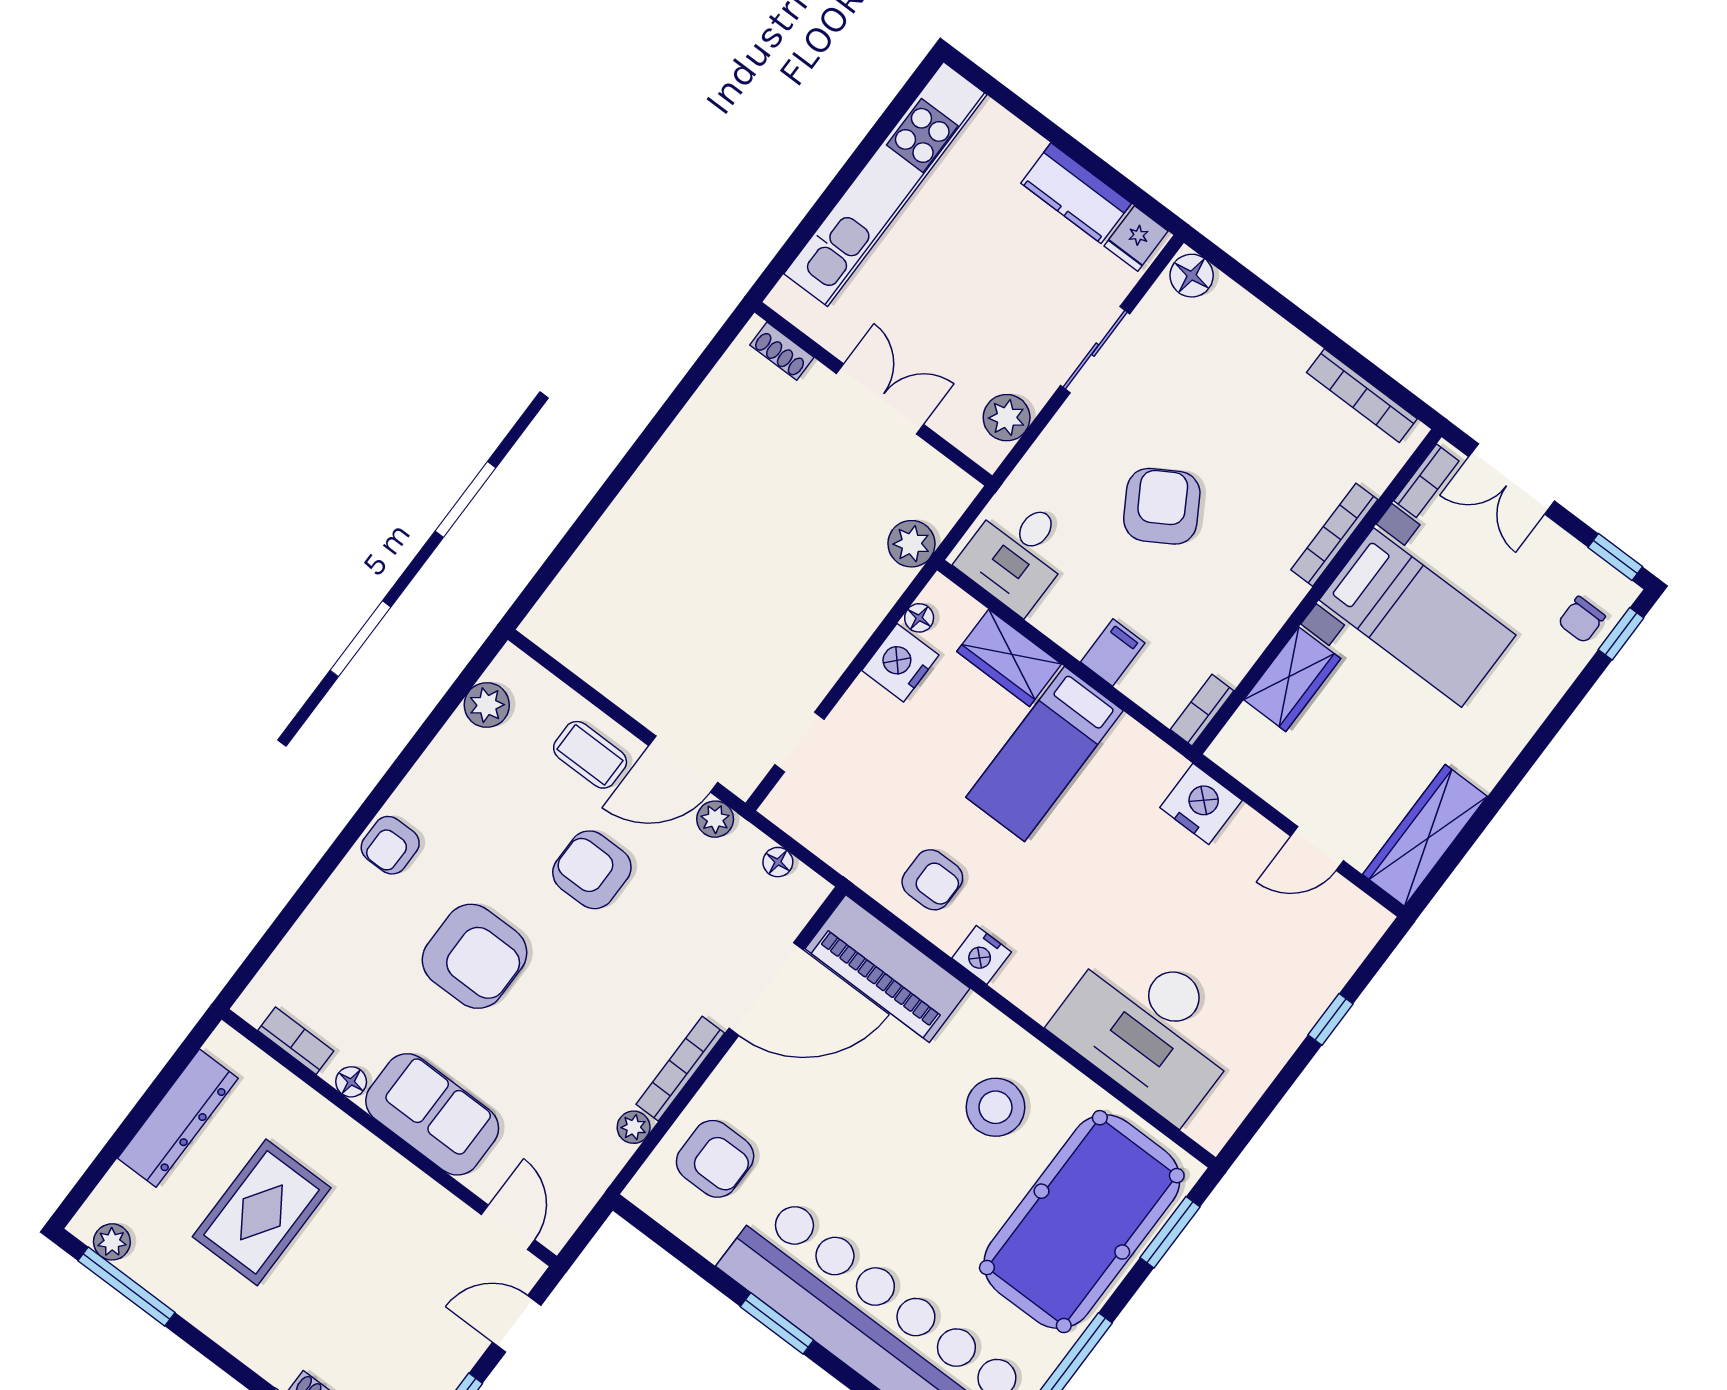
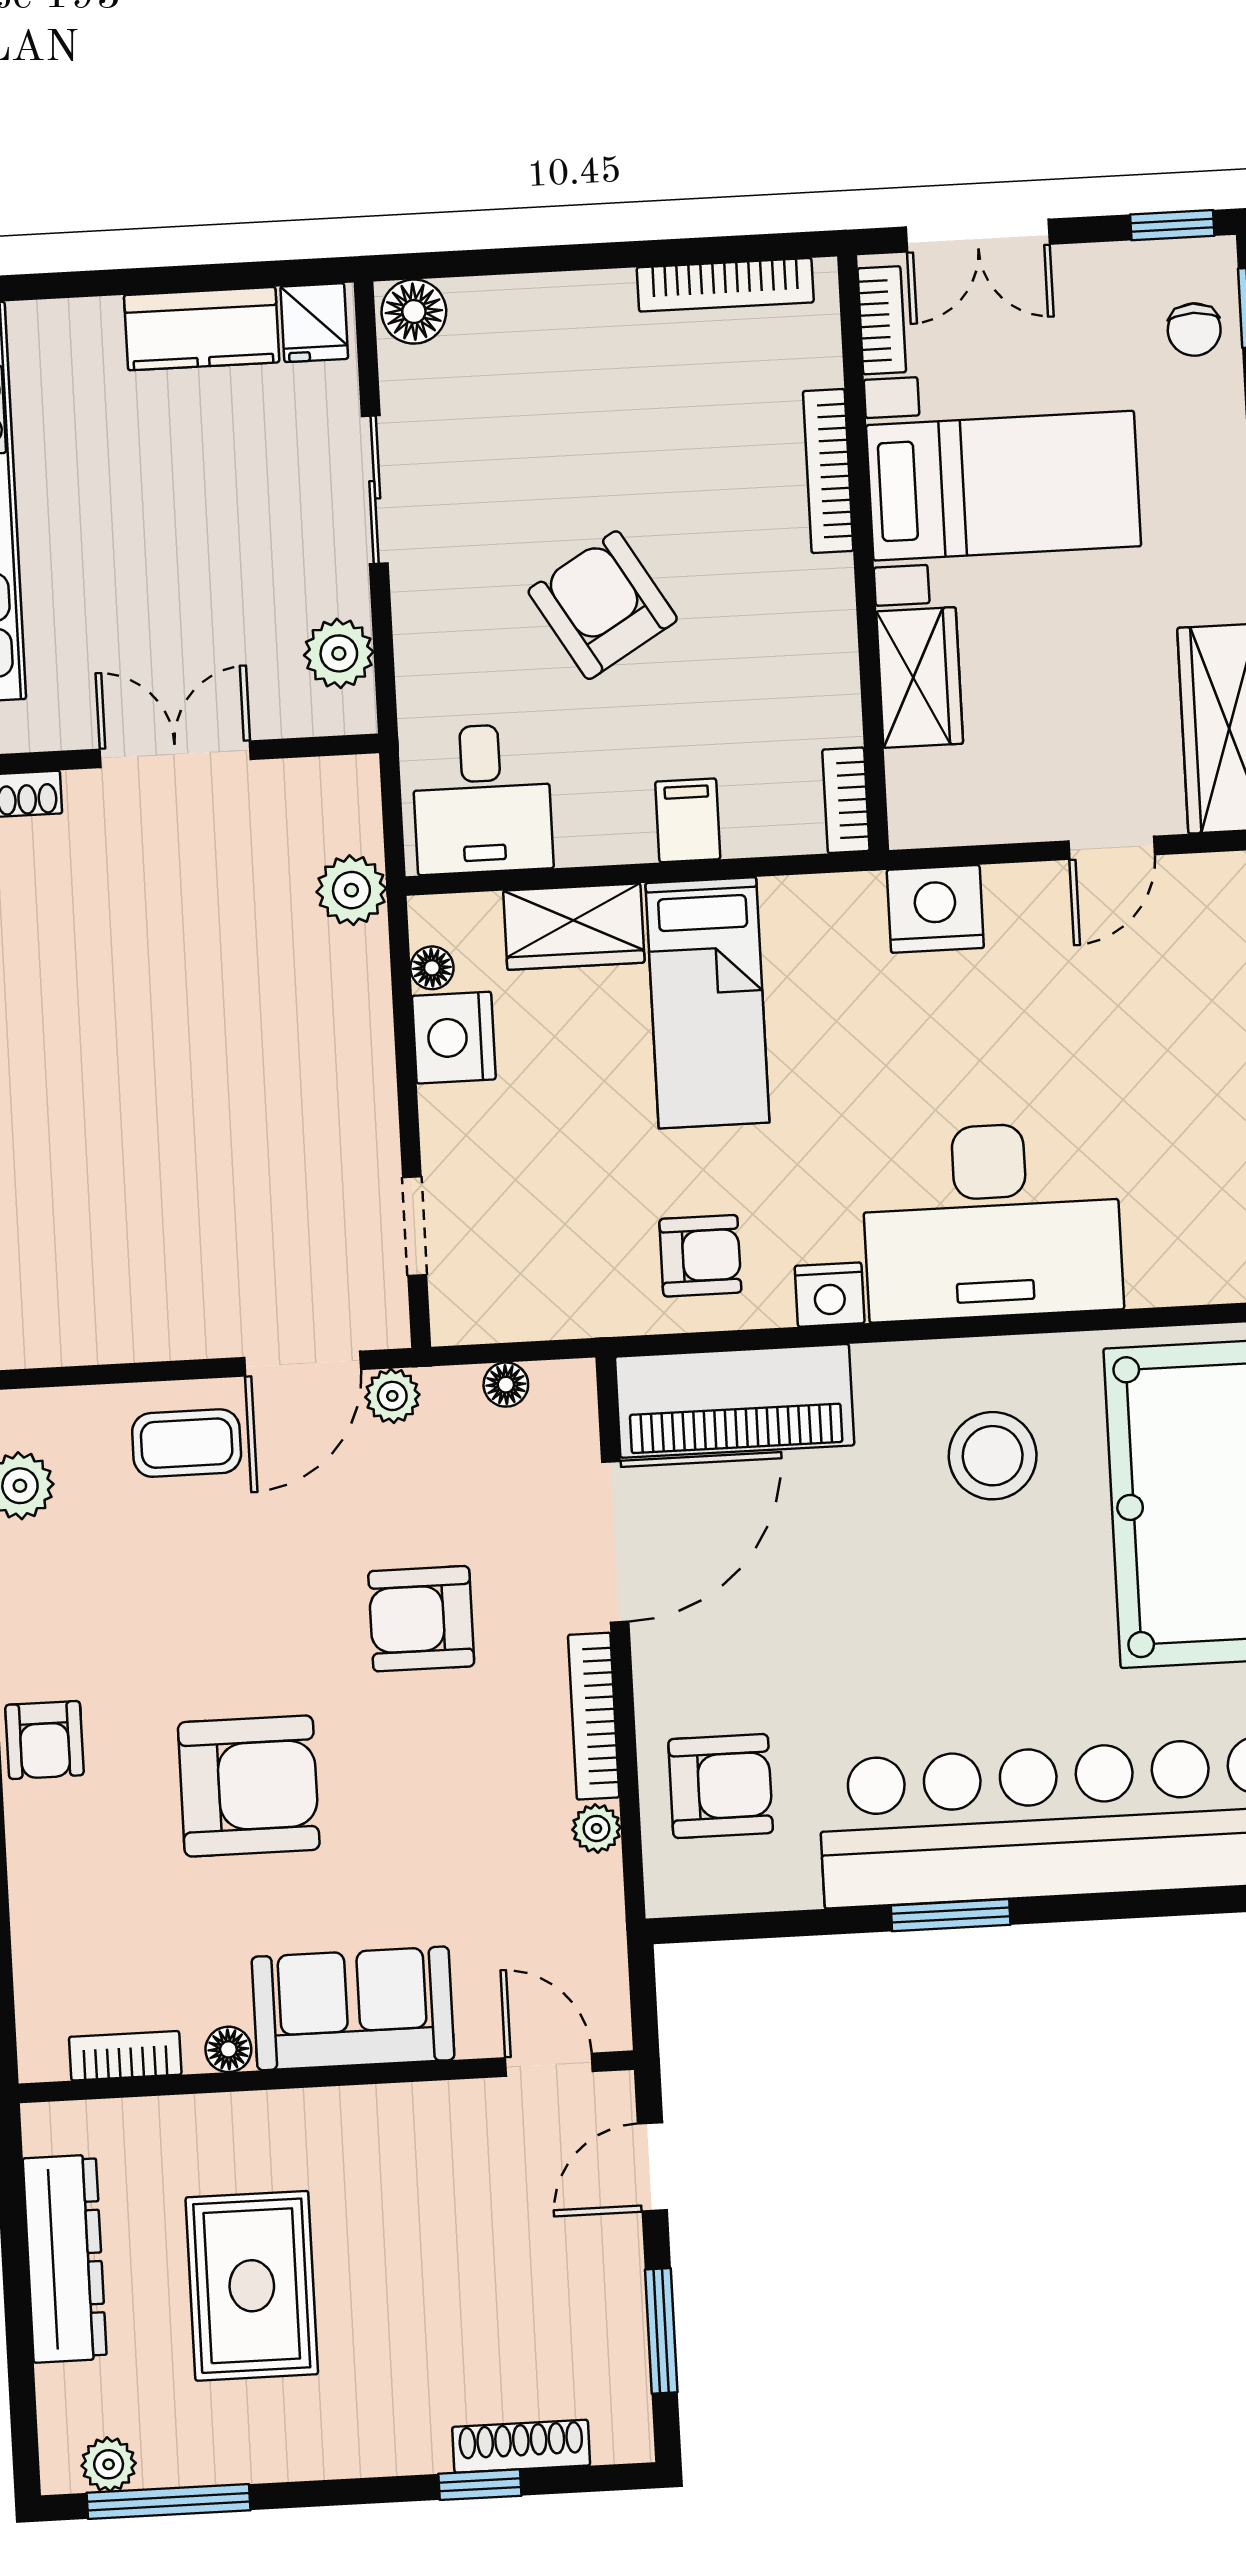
armchair: (592, 870) -> (421, 1619), moved
desk: (1150, 1028) -> (992, 1221), moved

